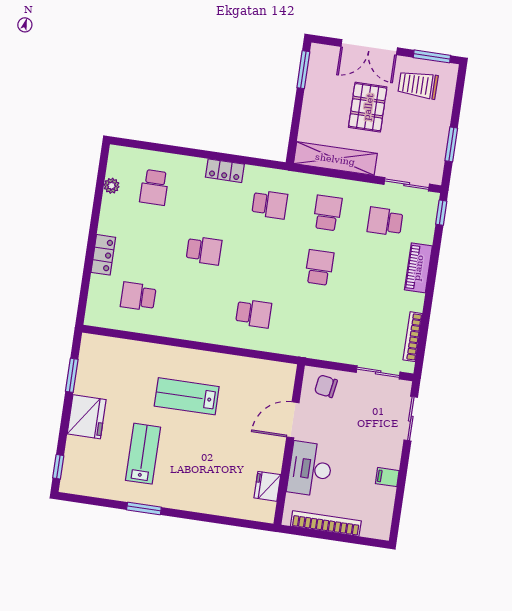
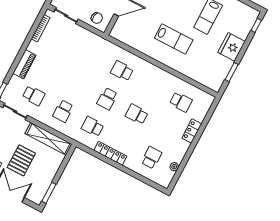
locker: (225, 171) -> (110, 153), width x1.53
school desk: (319, 267) -> (107, 99), moved

